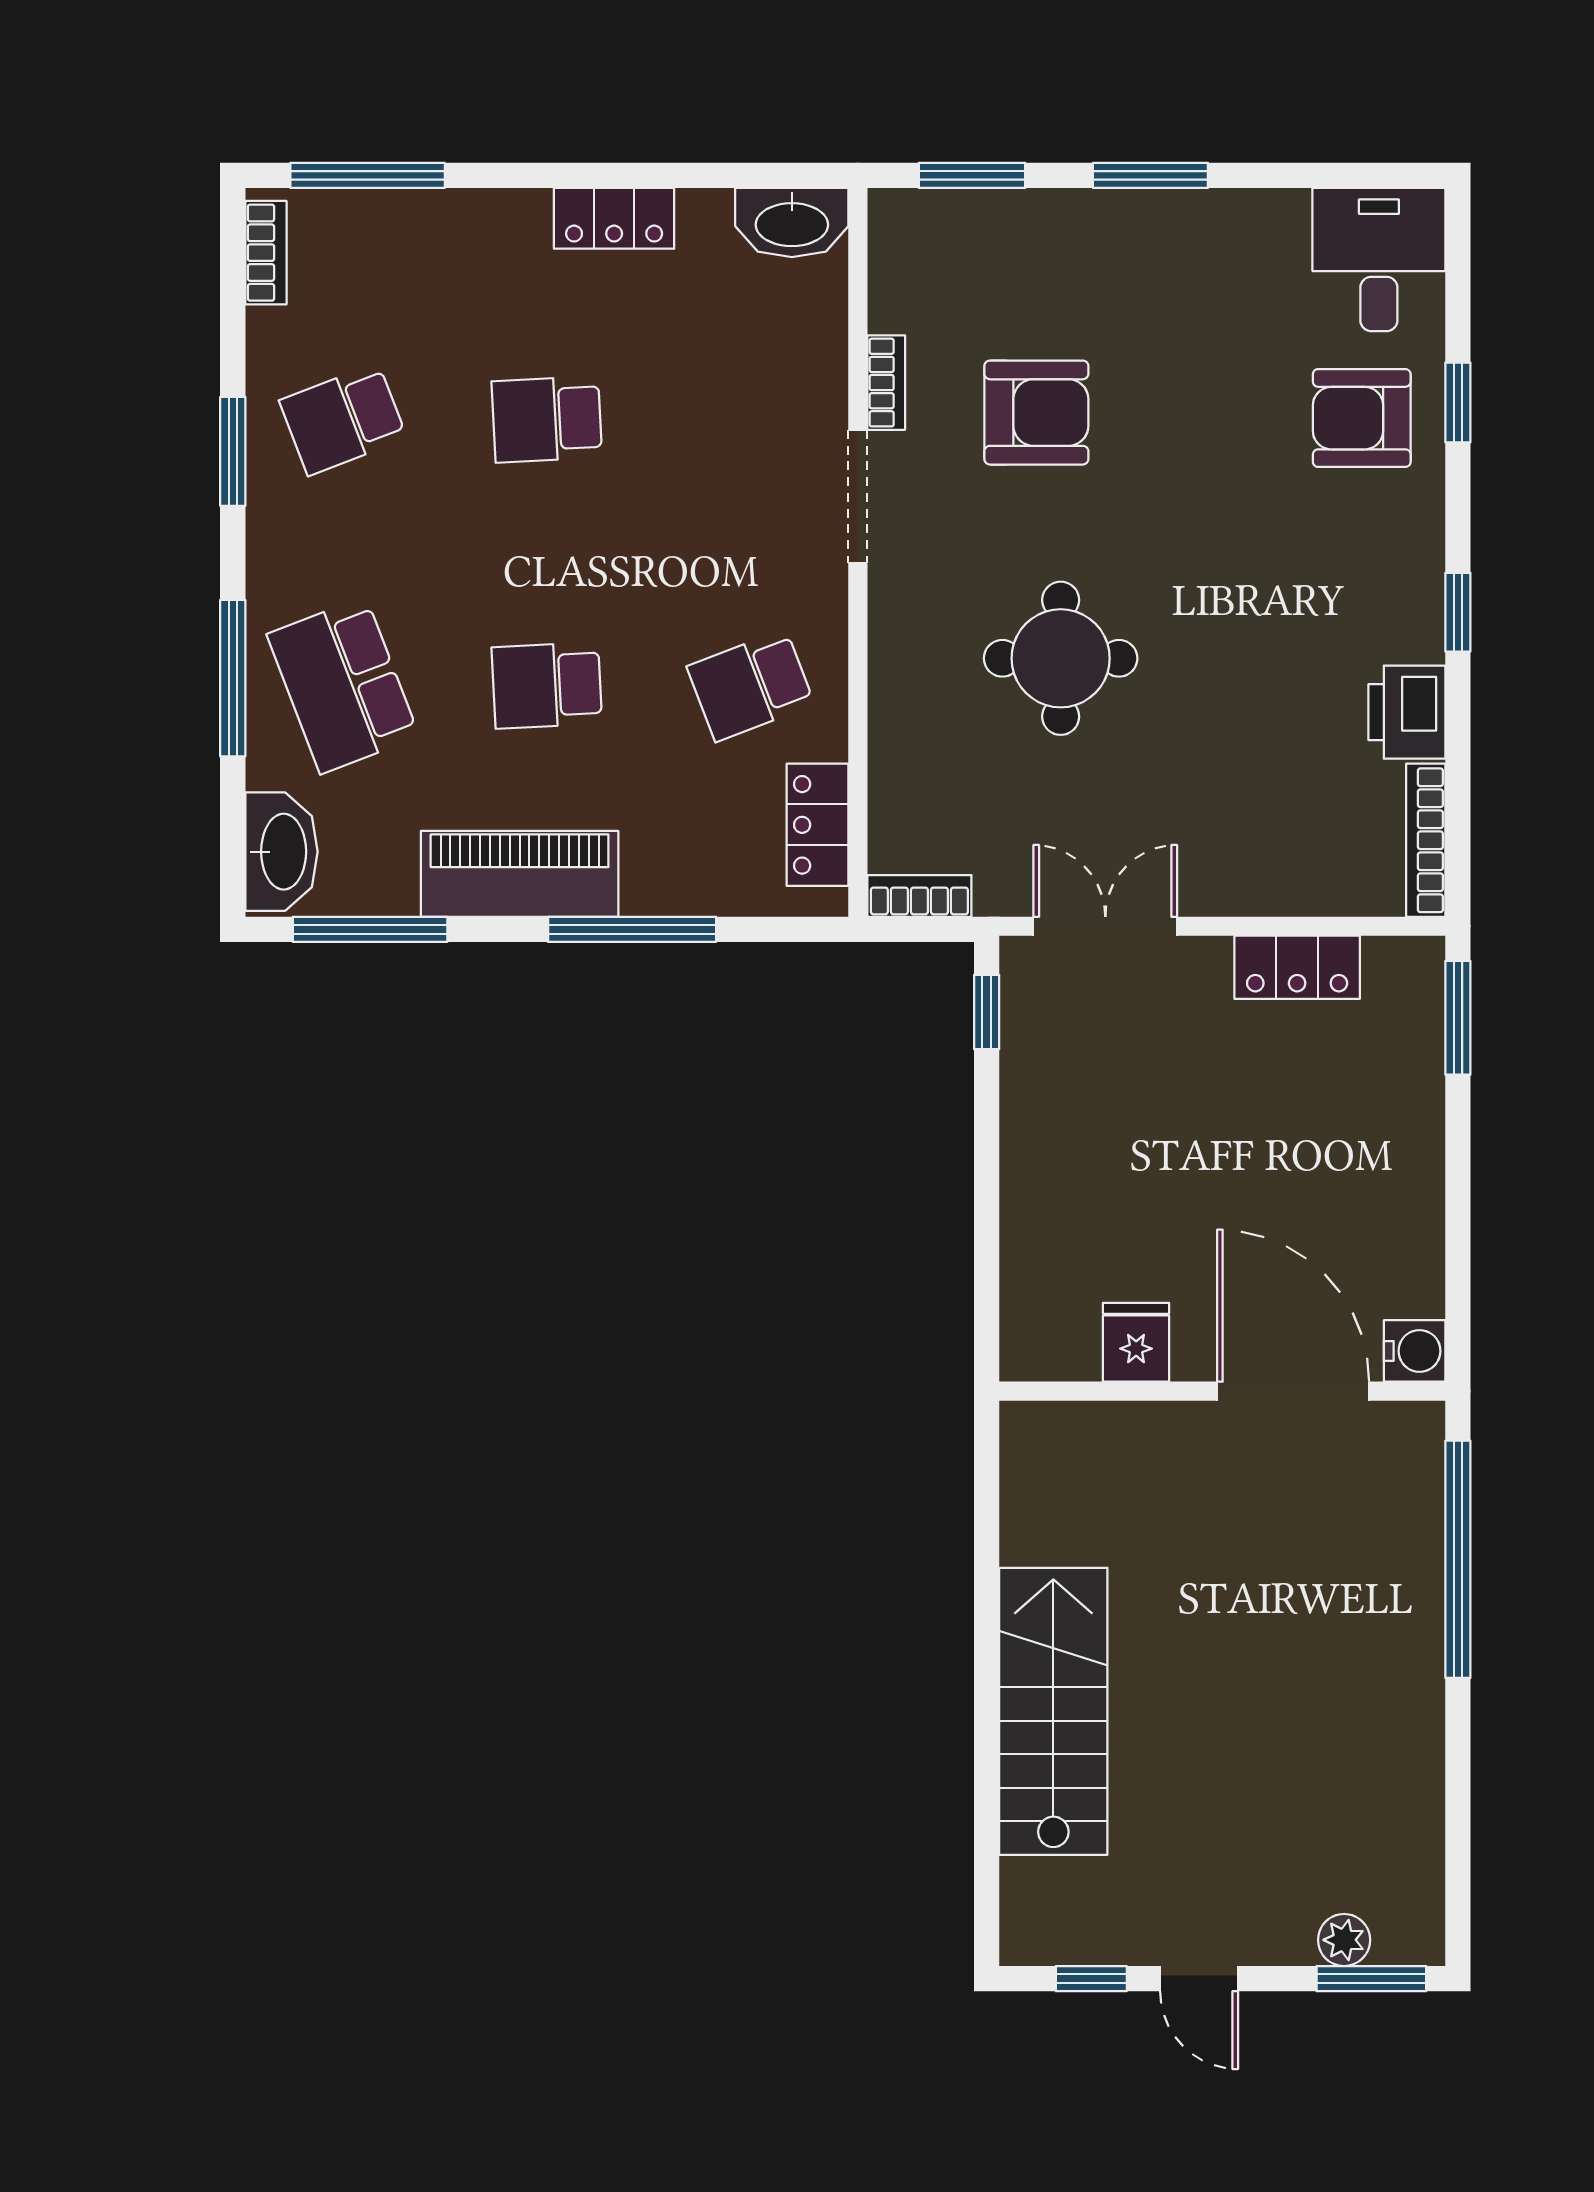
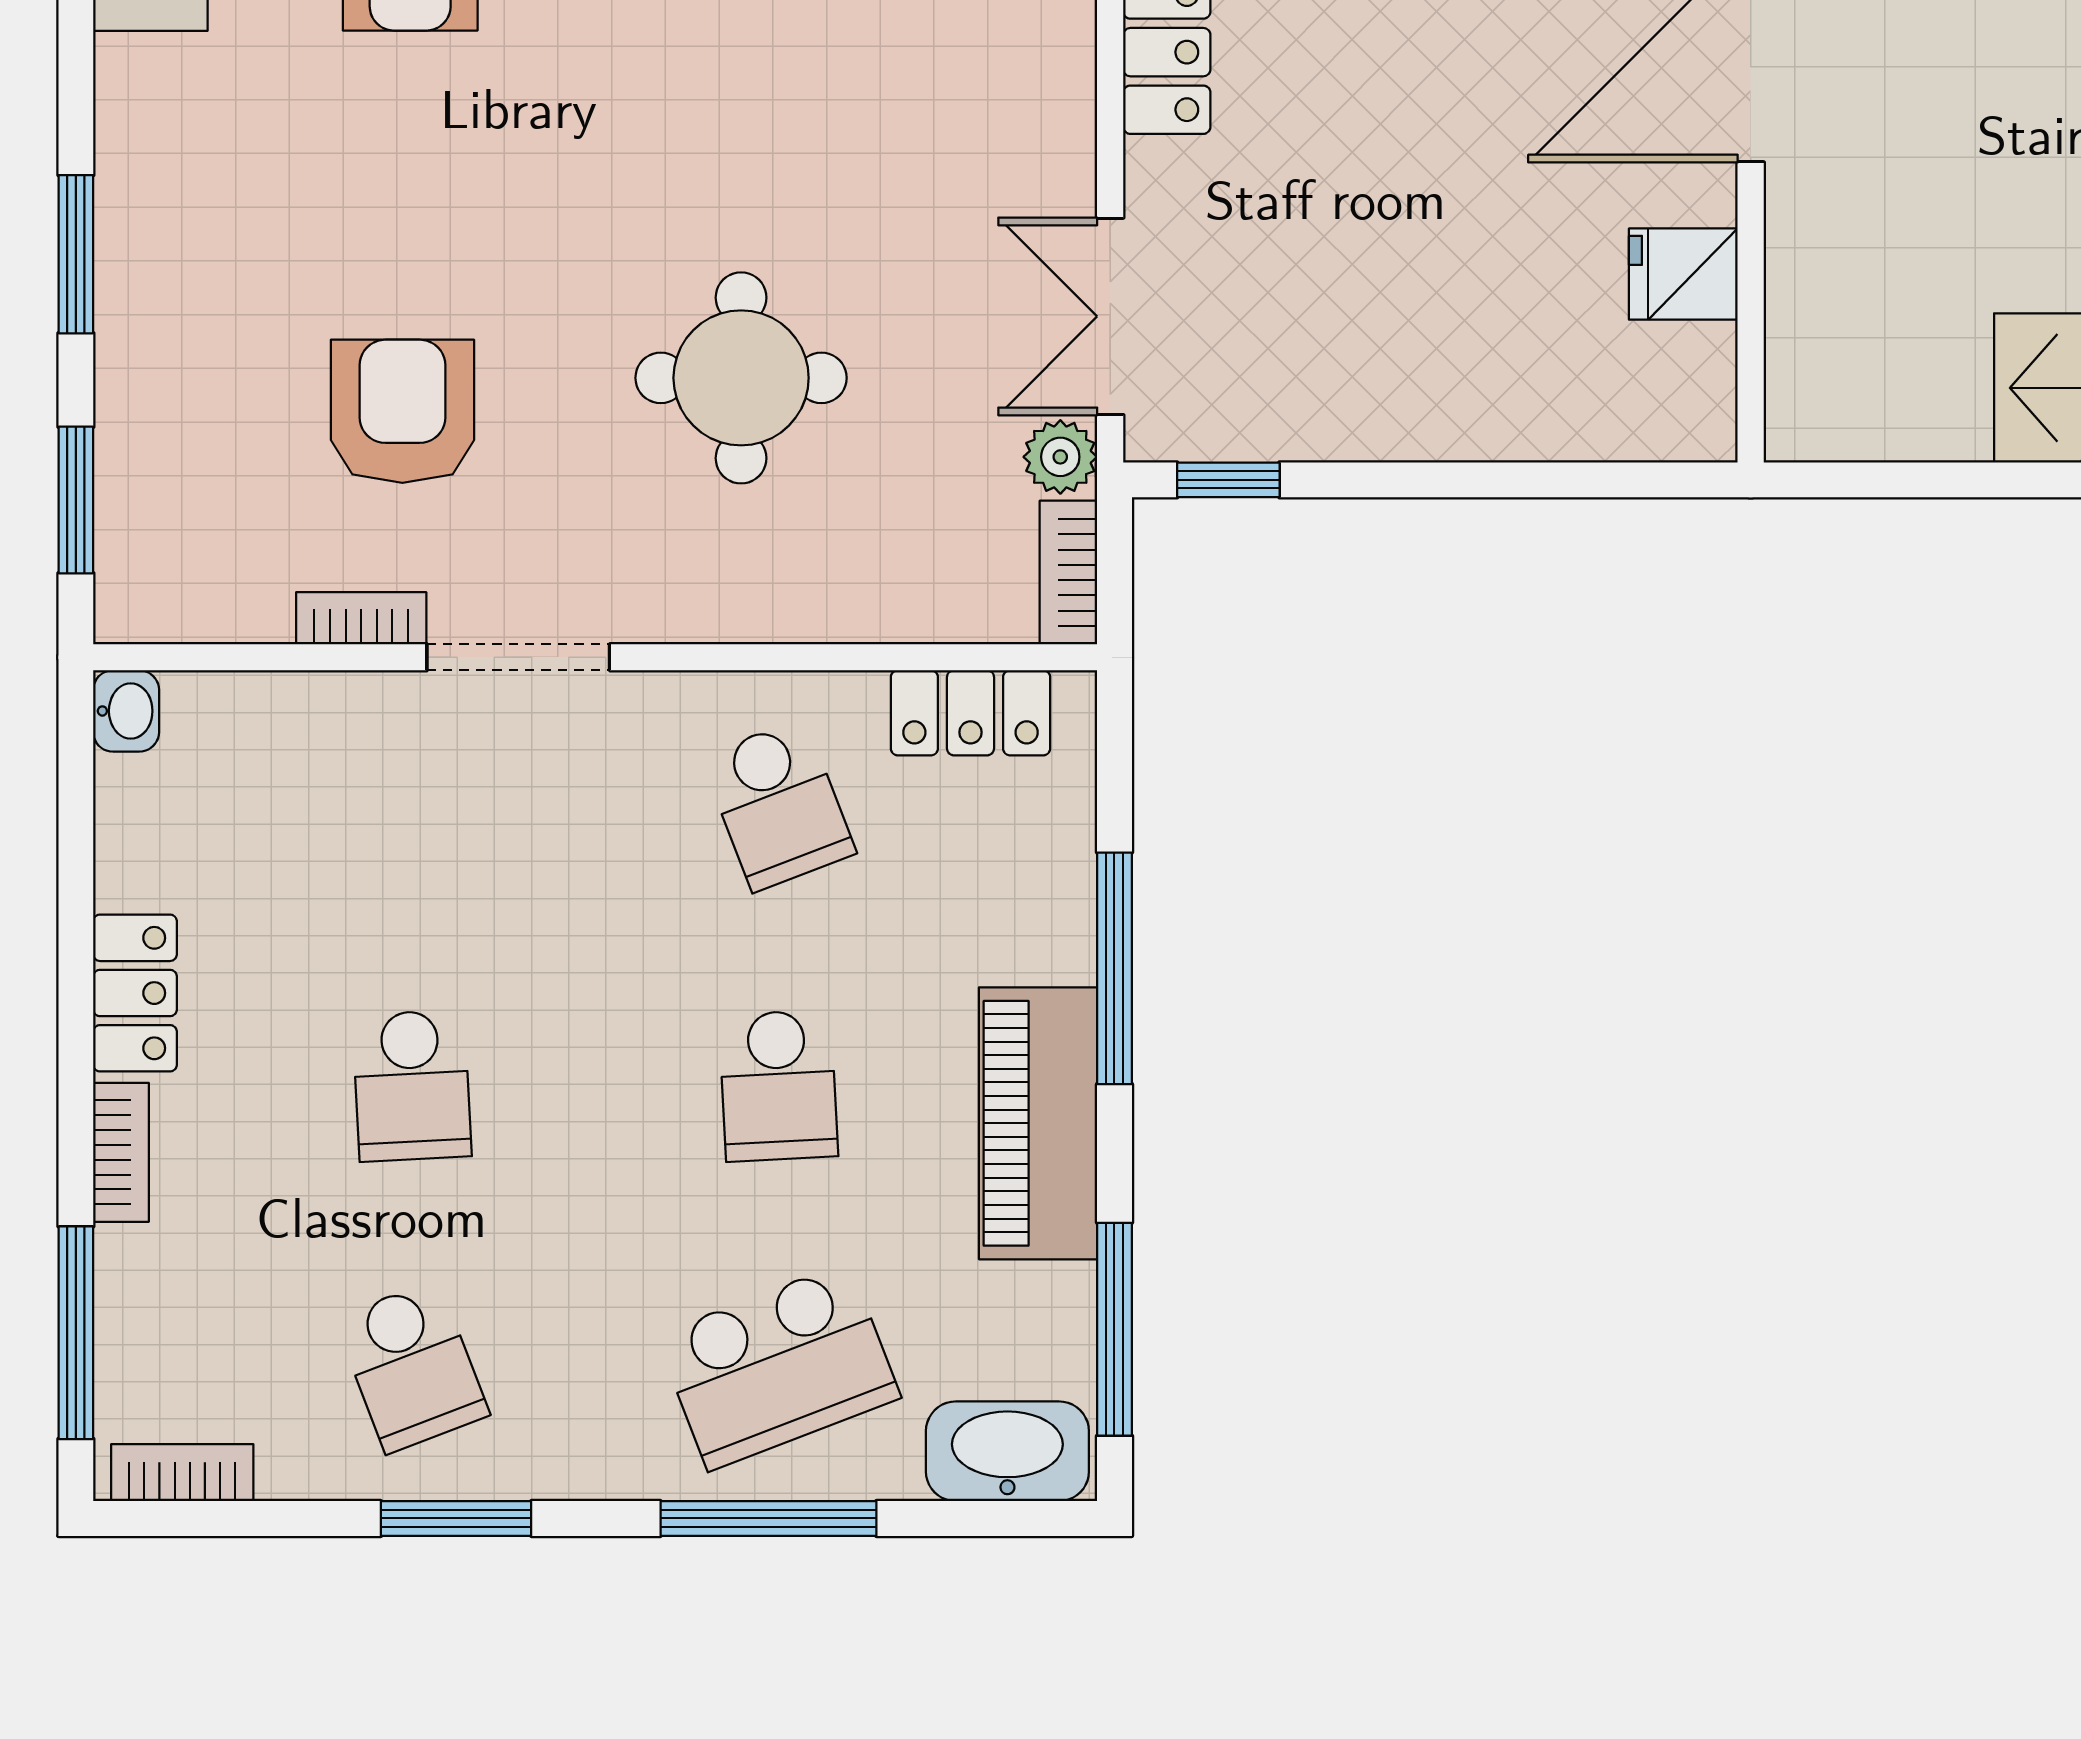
bookcase: (498, 208) -> (121, 1152), added
washbasin: (792, 223) -> (126, 711), width x0.52, depth x0.69
plant: (1003, 890) -> (1060, 457), added

